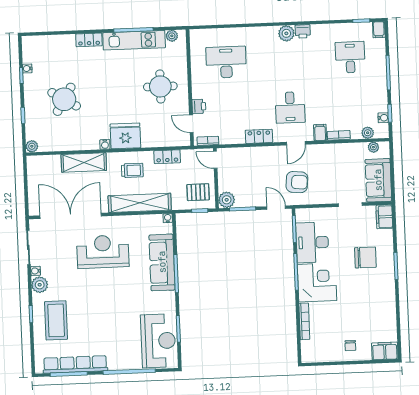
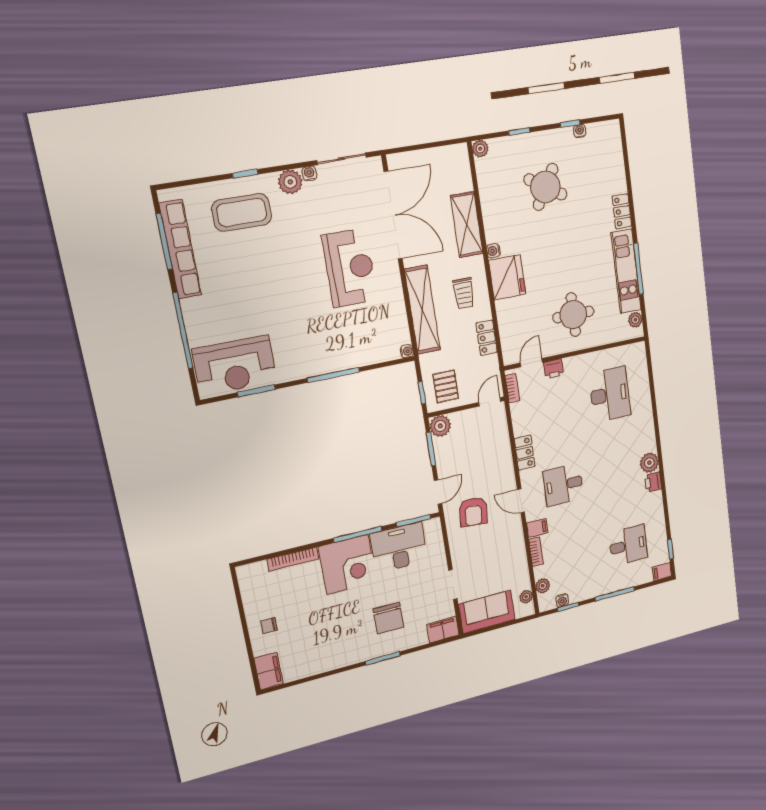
sofa: (162, 262) -> (346, 353), removed

